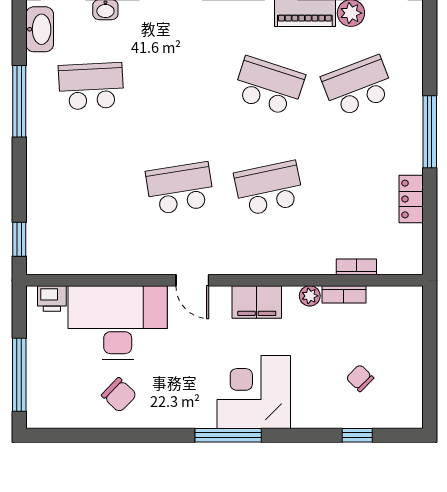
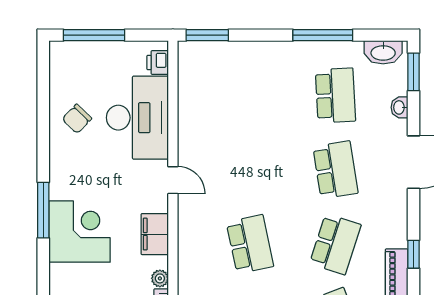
school desk: (180, 188) -> (335, 170), moved
window: (19, 239) -> (207, 35), width x1.50
door: (192, 280) -> (173, 180), swing flipped

